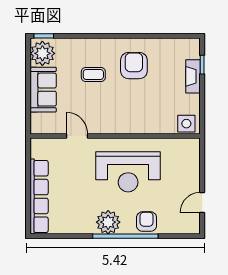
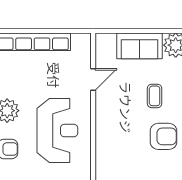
reception desk: (128, 172) -> (57, 131), turned 180

